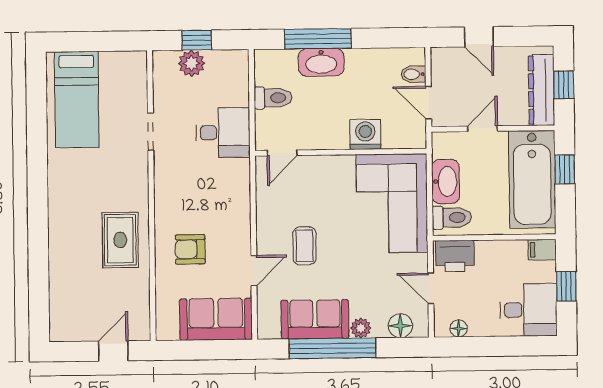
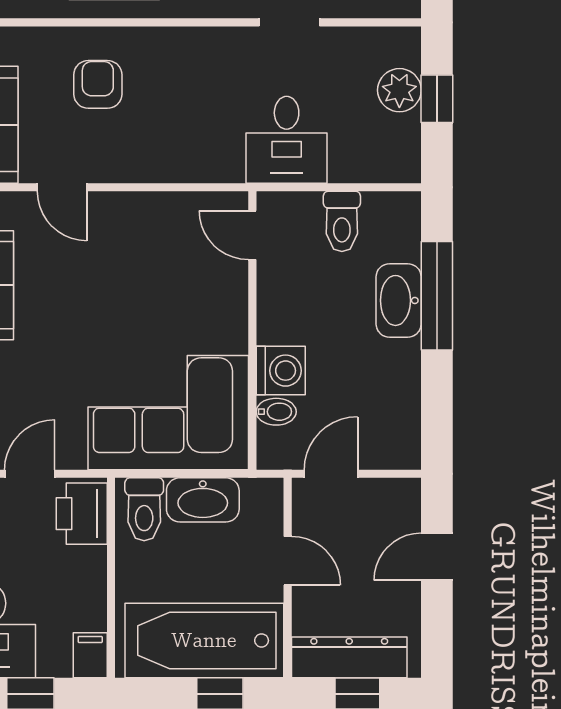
bidet: (413, 74) -> (276, 412), moved, turned 90
coffee table: (305, 246) -> (101, 270), removed

